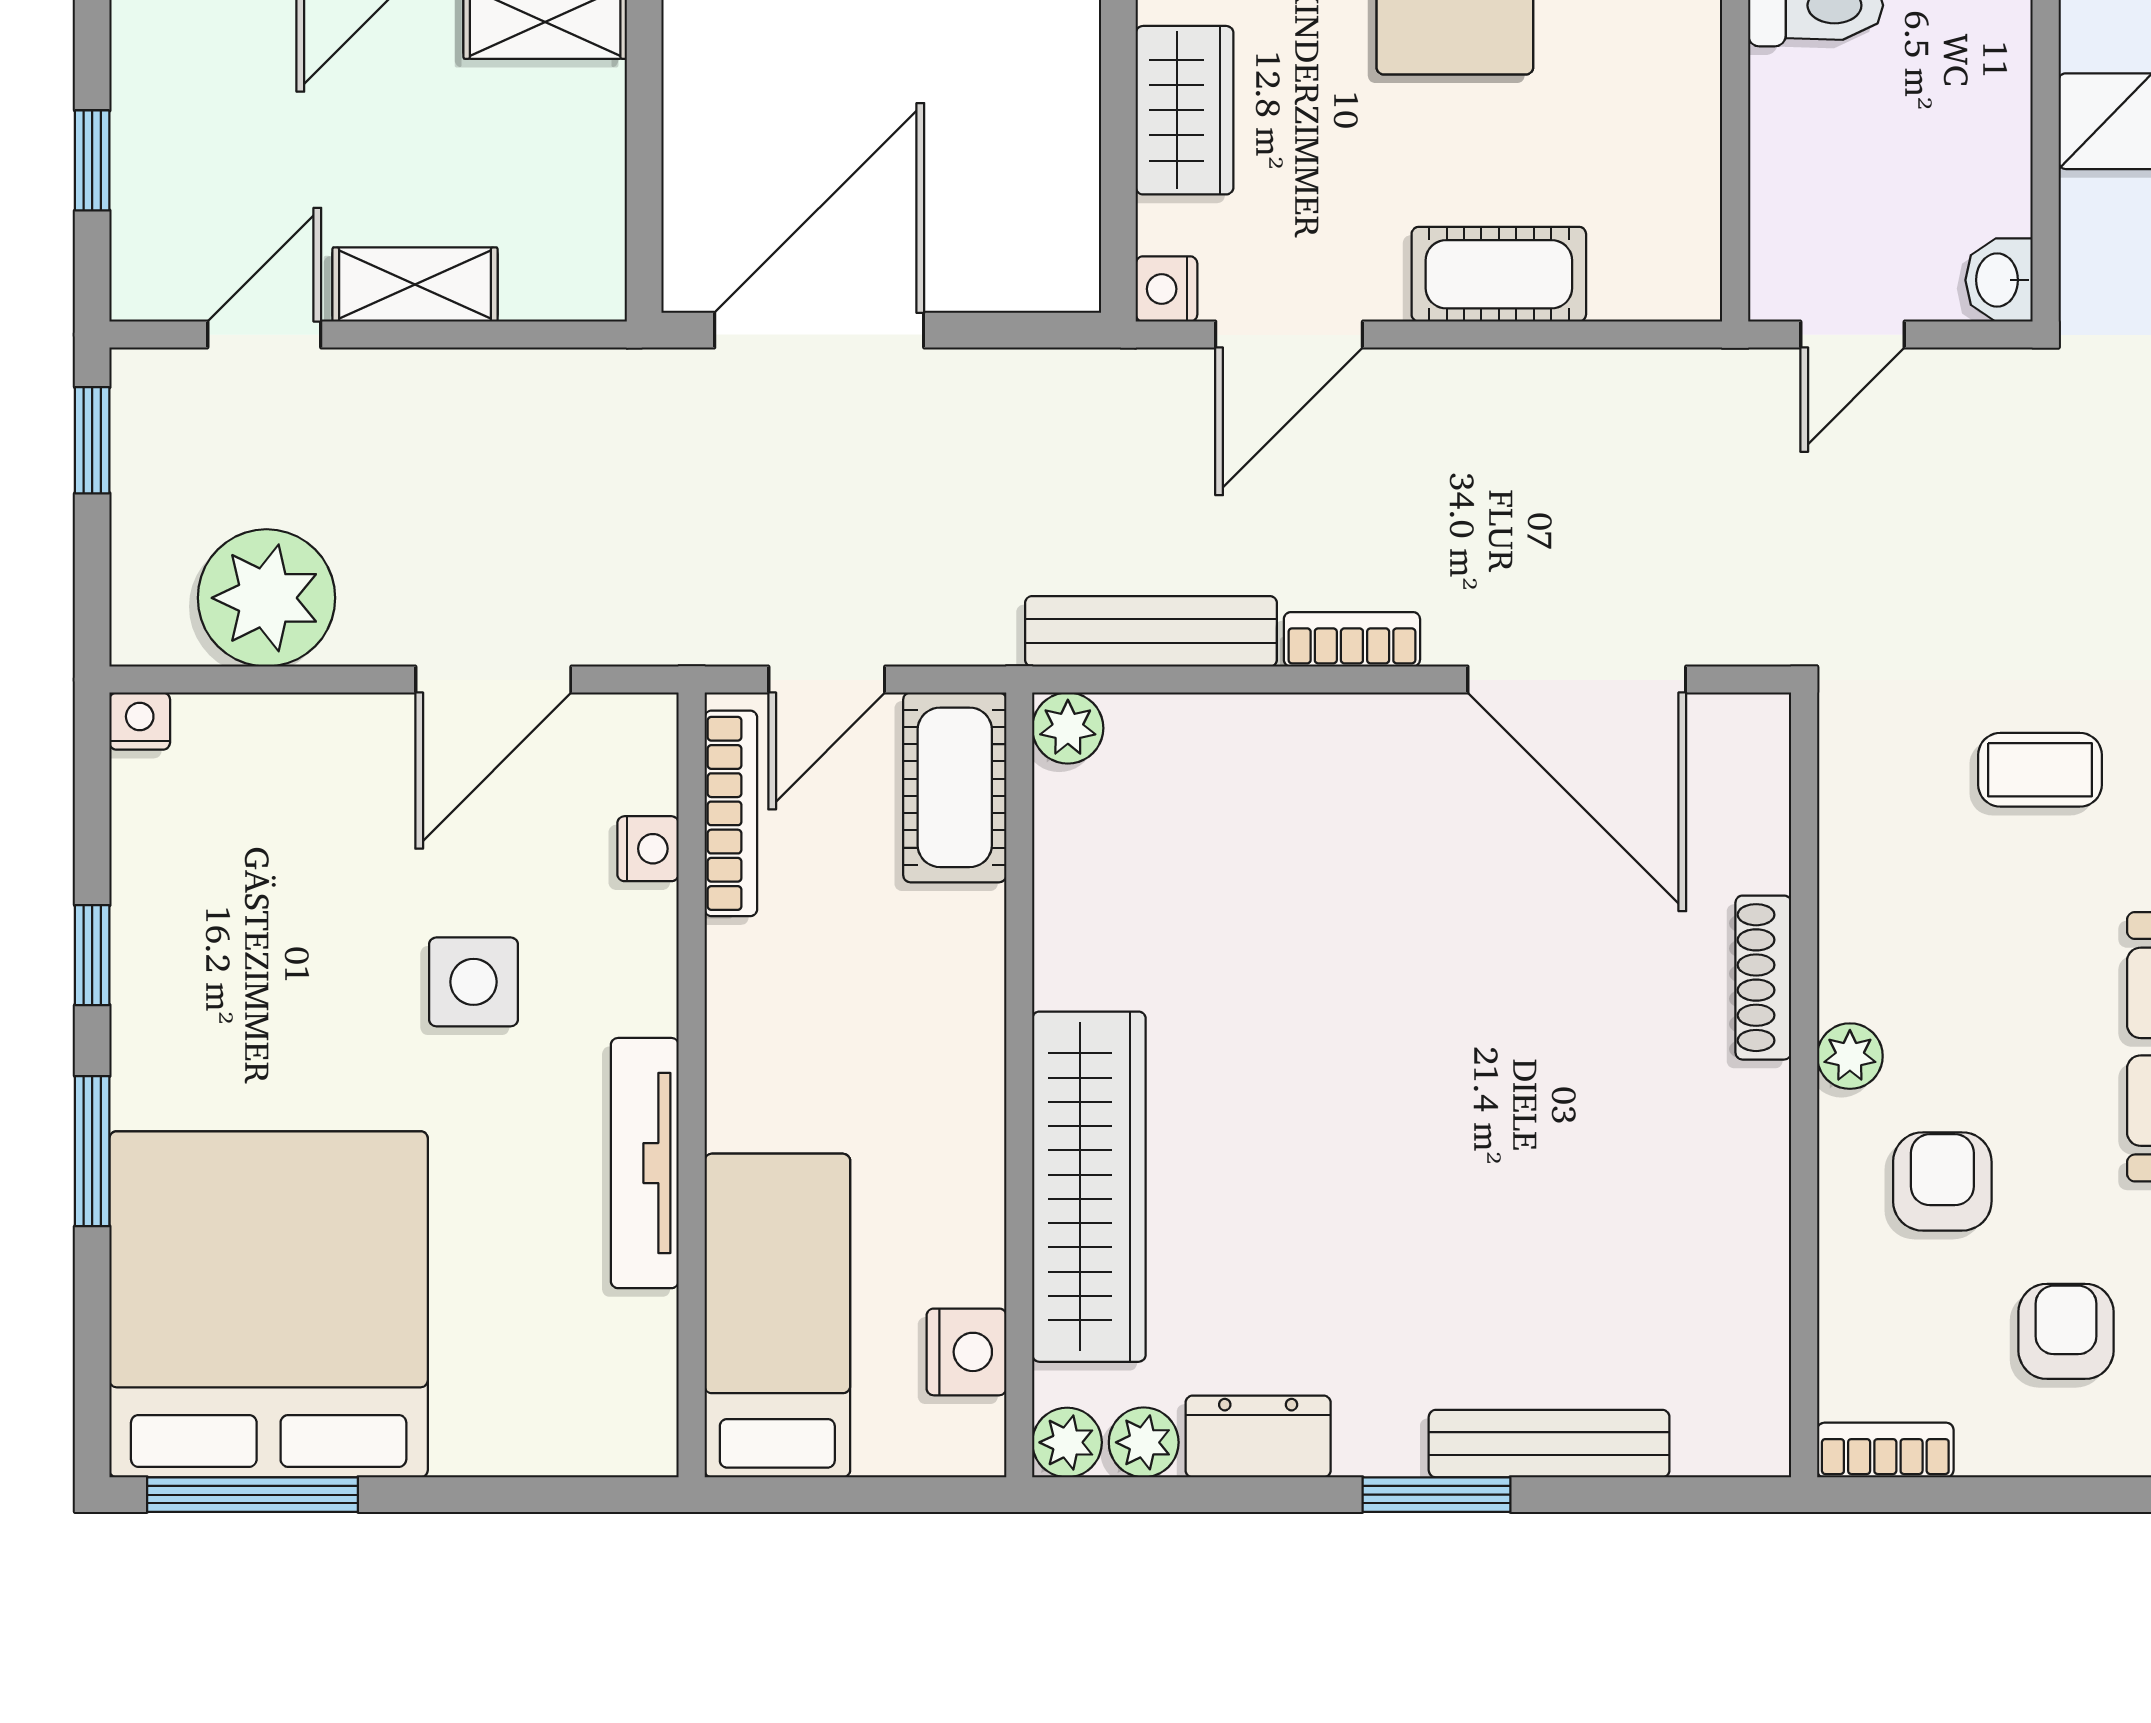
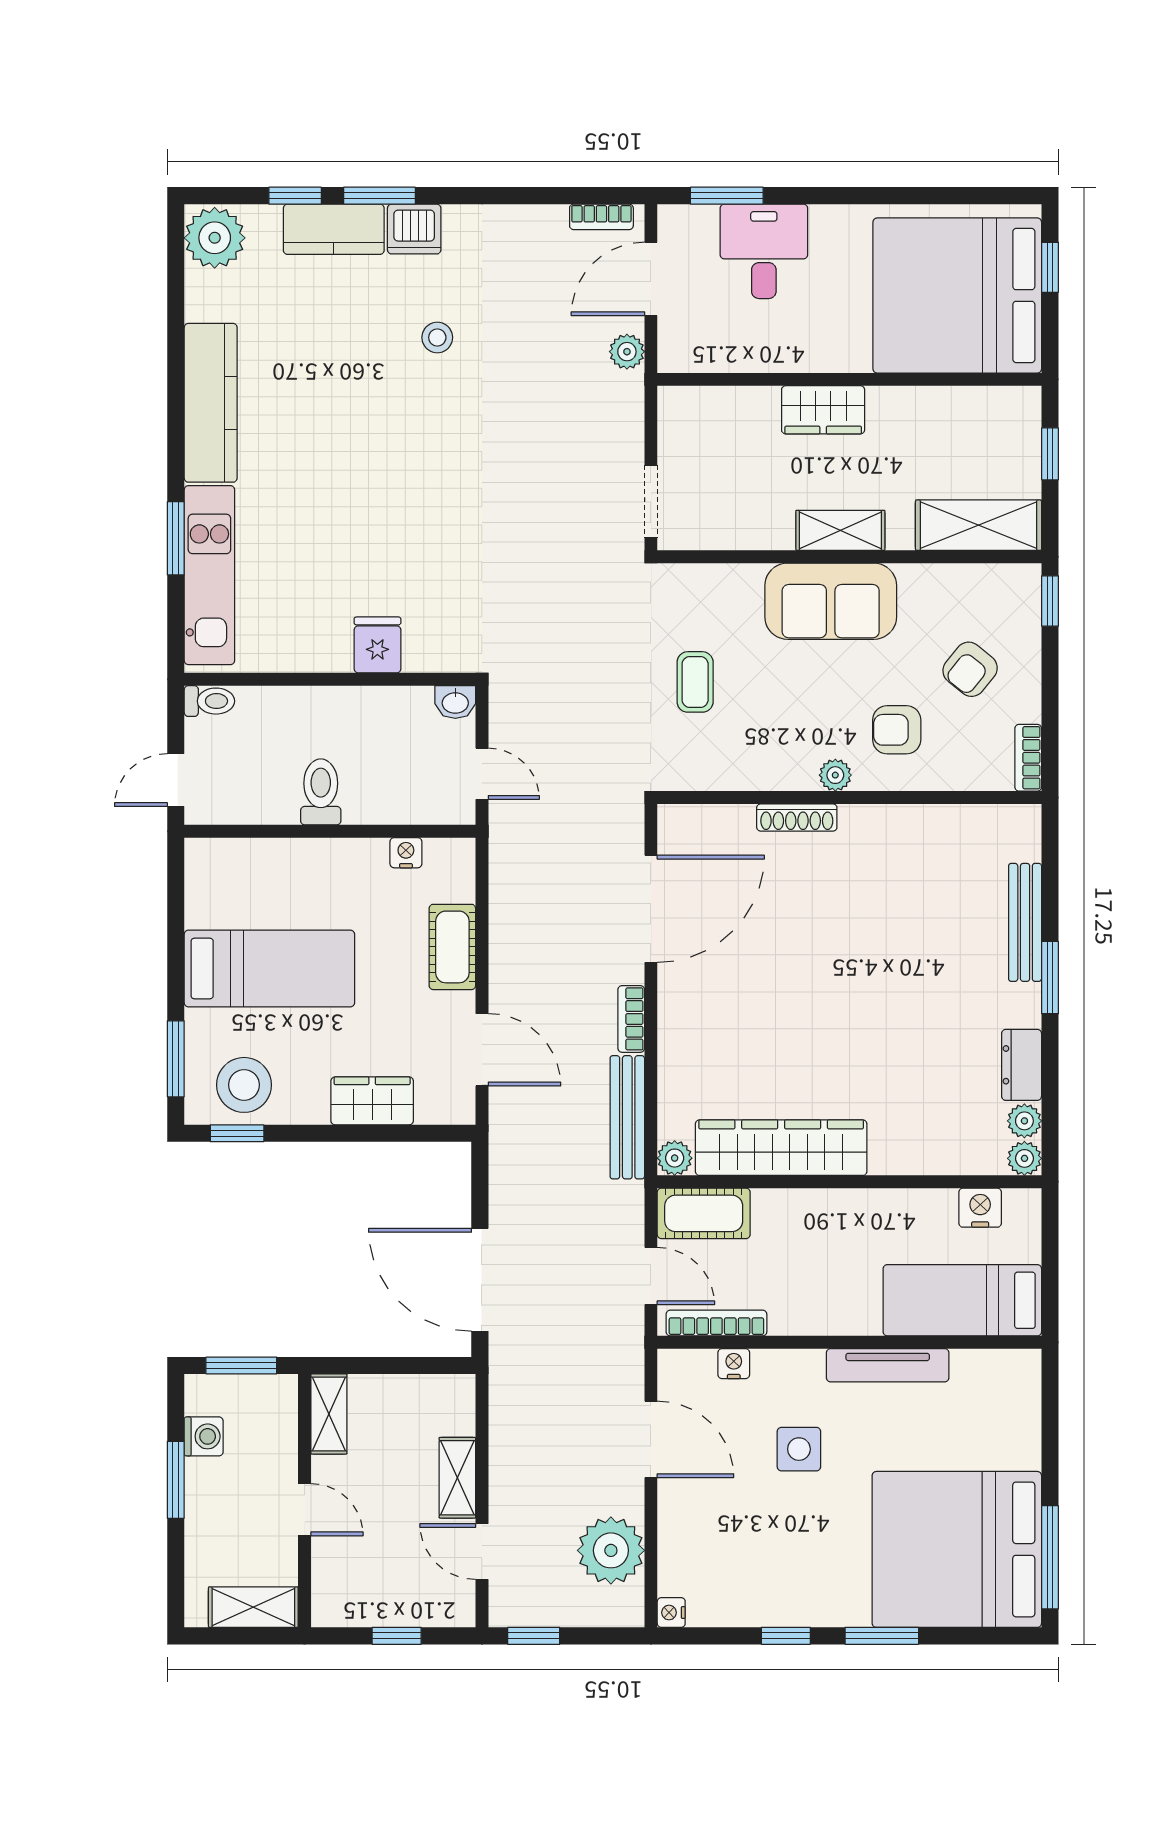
nightstand: (1167, 289) -> (406, 853), moved, turned 180
wardrobe: (1089, 1187) -> (781, 1148), moved
armchair: (2066, 1331) -> (970, 669), turned -51

